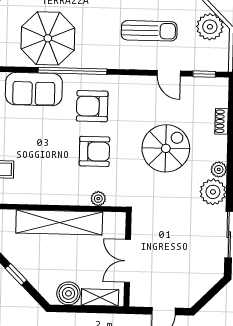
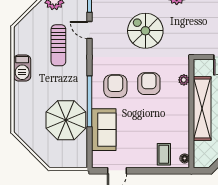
sun lounger: (149, 31) -> (58, 45), turned 180
door: (169, 73) -> (90, 30), swing flipped
armchair: (92, 106) -> (115, 86), turned 180

